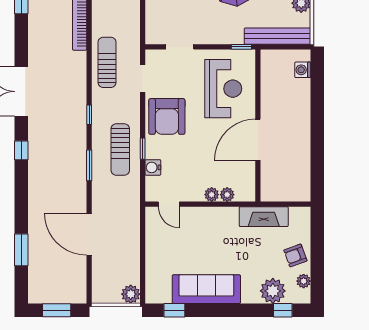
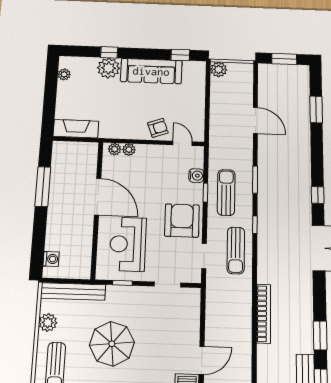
window: (241, 47) -> (123, 283), moved
sun lounger: (107, 62) -> (236, 250), moved
door: (258, 140) -> (98, 197), hinge flipped
window: (317, 149) -> (43, 187), added
plant: (212, 195) -> (115, 149), moved
fireplace: (264, 217) -> (76, 129), moved
door: (89, 234) -> (255, 120), width x0.73
armchair: (295, 255) -> (158, 128), moved
plant: (273, 291) -> (109, 68), moved
window: (283, 310) -> (109, 52), moved

